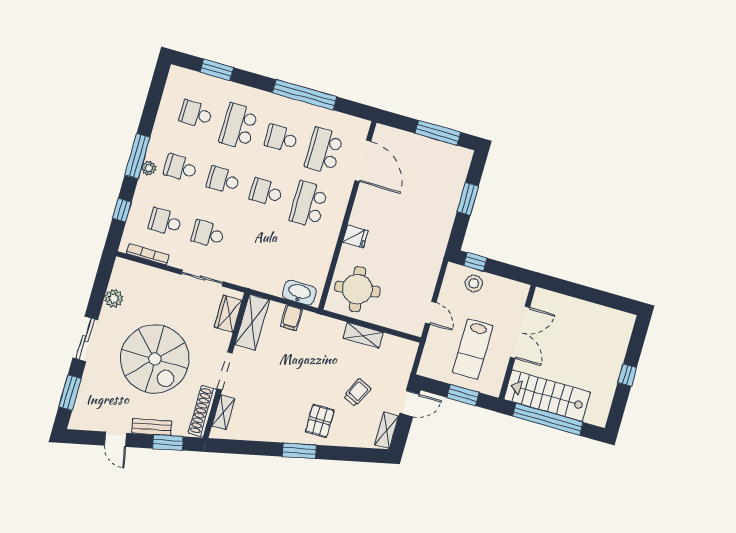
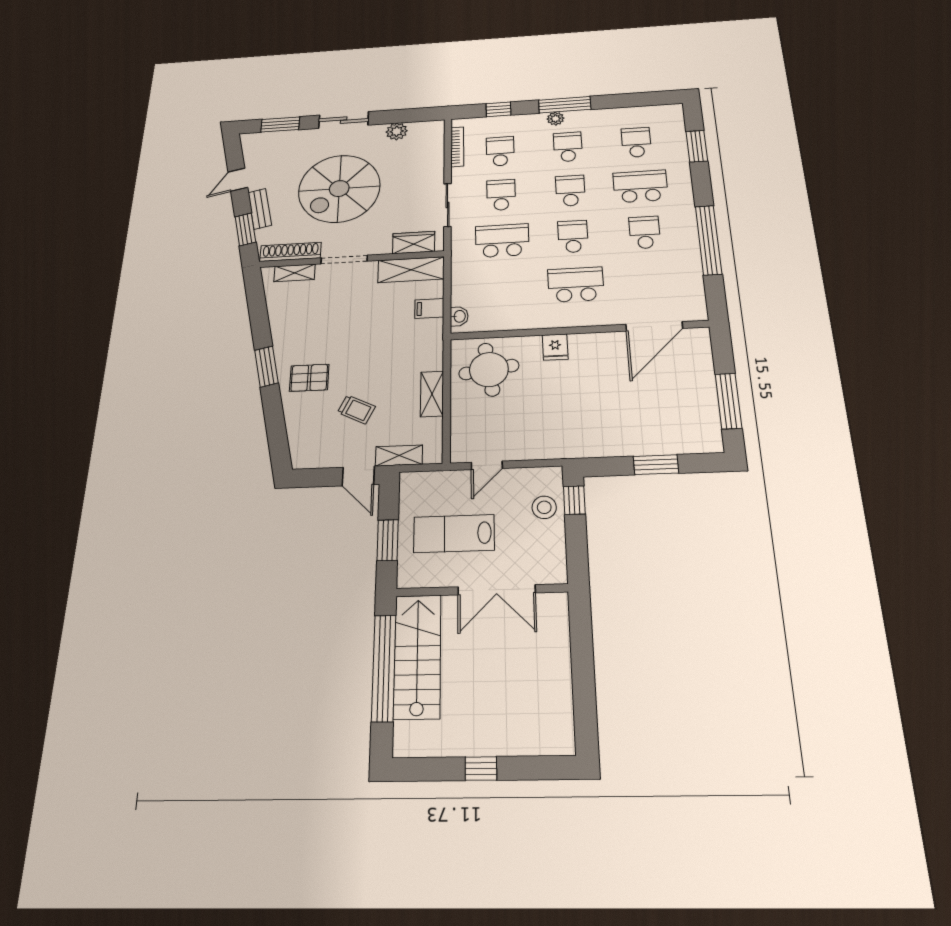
school desk: (324, 150) -> (502, 241), moved
washbasin: (299, 293) -> (459, 316), width x0.52, depth x0.69
shelving: (387, 430) -> (399, 455), moved

